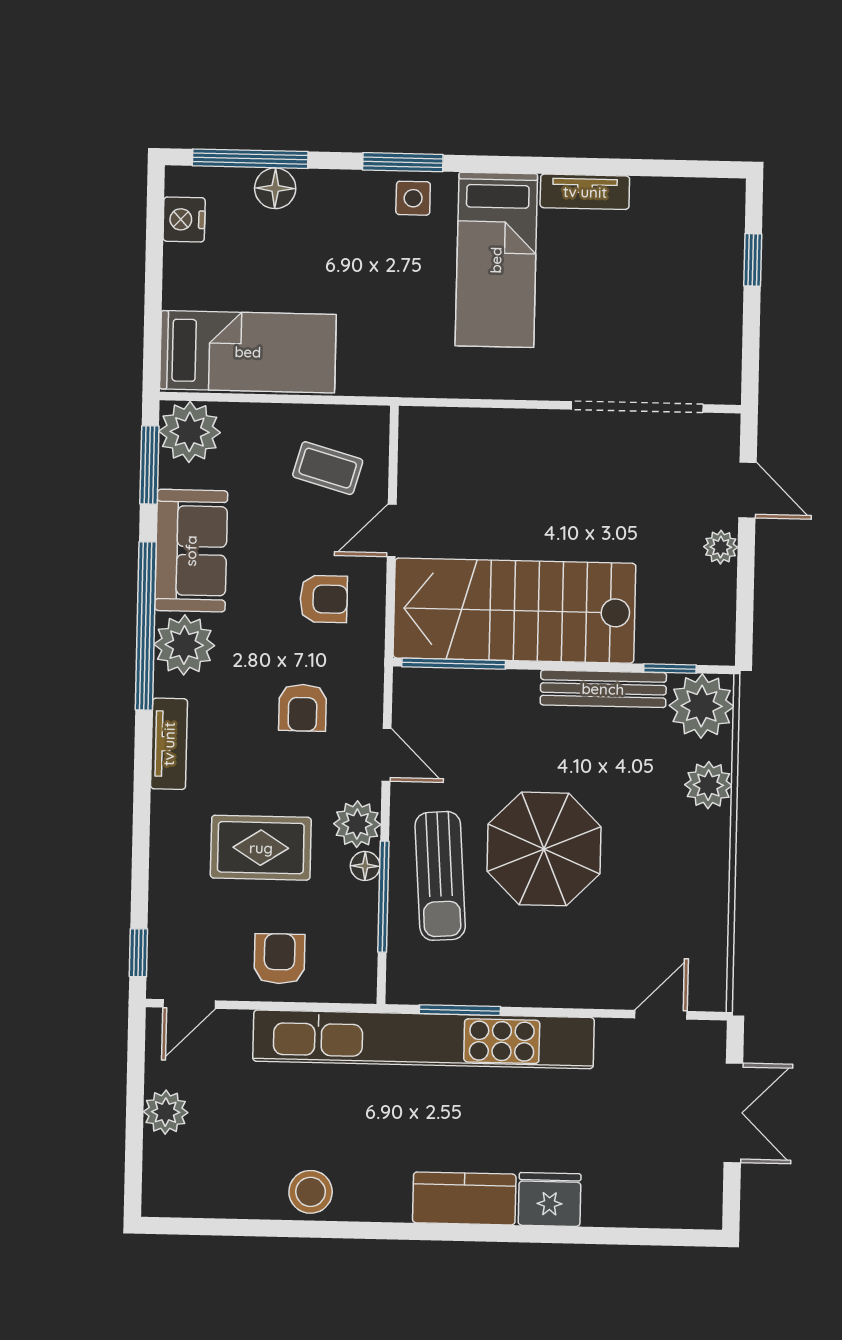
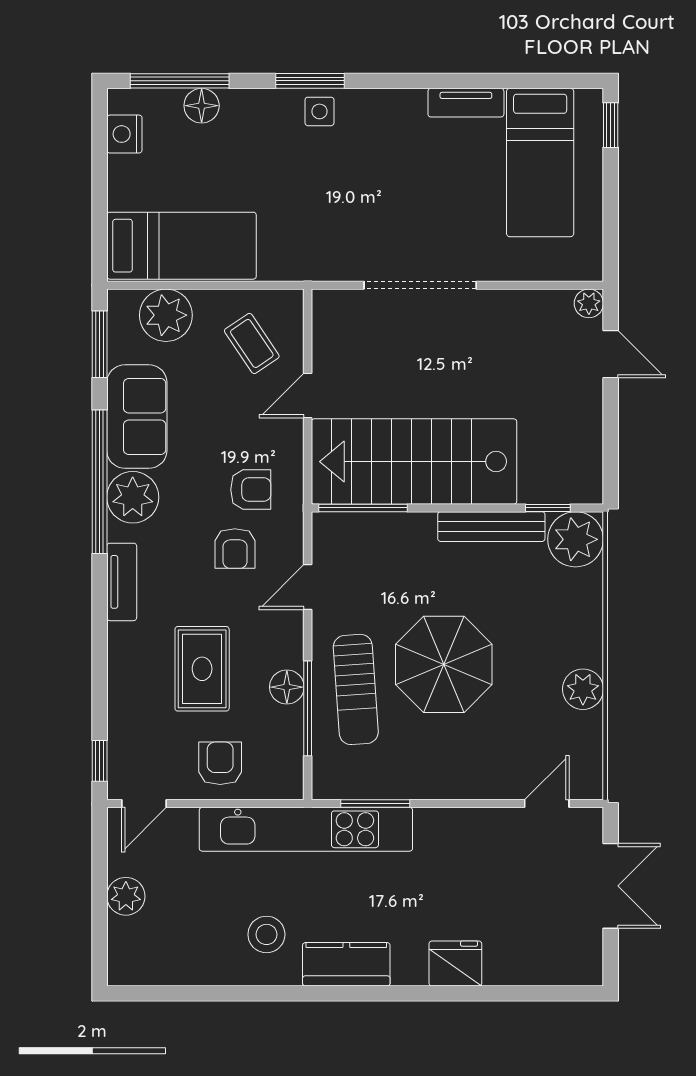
bed: (496, 260) -> (540, 162), moved
window: (753, 260) -> (611, 125), moved
doorway: (637, 407) -> (420, 285), moved
plant: (190, 432) -> (166, 315), moved
coffee table: (328, 468) -> (252, 343), turned 40
plant: (721, 547) -> (589, 303), moved
armchair: (324, 599) -> (251, 490), moved
door: (387, 755) -> (308, 587), swing flipped
plant: (708, 785) -> (583, 689), moved
plant: (357, 824) -> (284, 647), removed
rug: (261, 848) -> (202, 669), turned 90
floor lamp: (365, 866) -> (287, 687), width x1.37, depth x1.37
kitchen unit: (424, 1039) -> (306, 829), width x0.73
stool: (311, 1192) -> (266, 934), moved
kitchen counter: (464, 1198) -> (346, 964), moved

